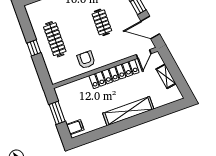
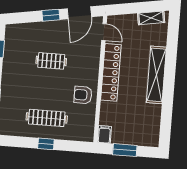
shelving: (166, 76) -> (151, 18), moved
filing cabinet: (75, 127) -> (104, 134), moved

